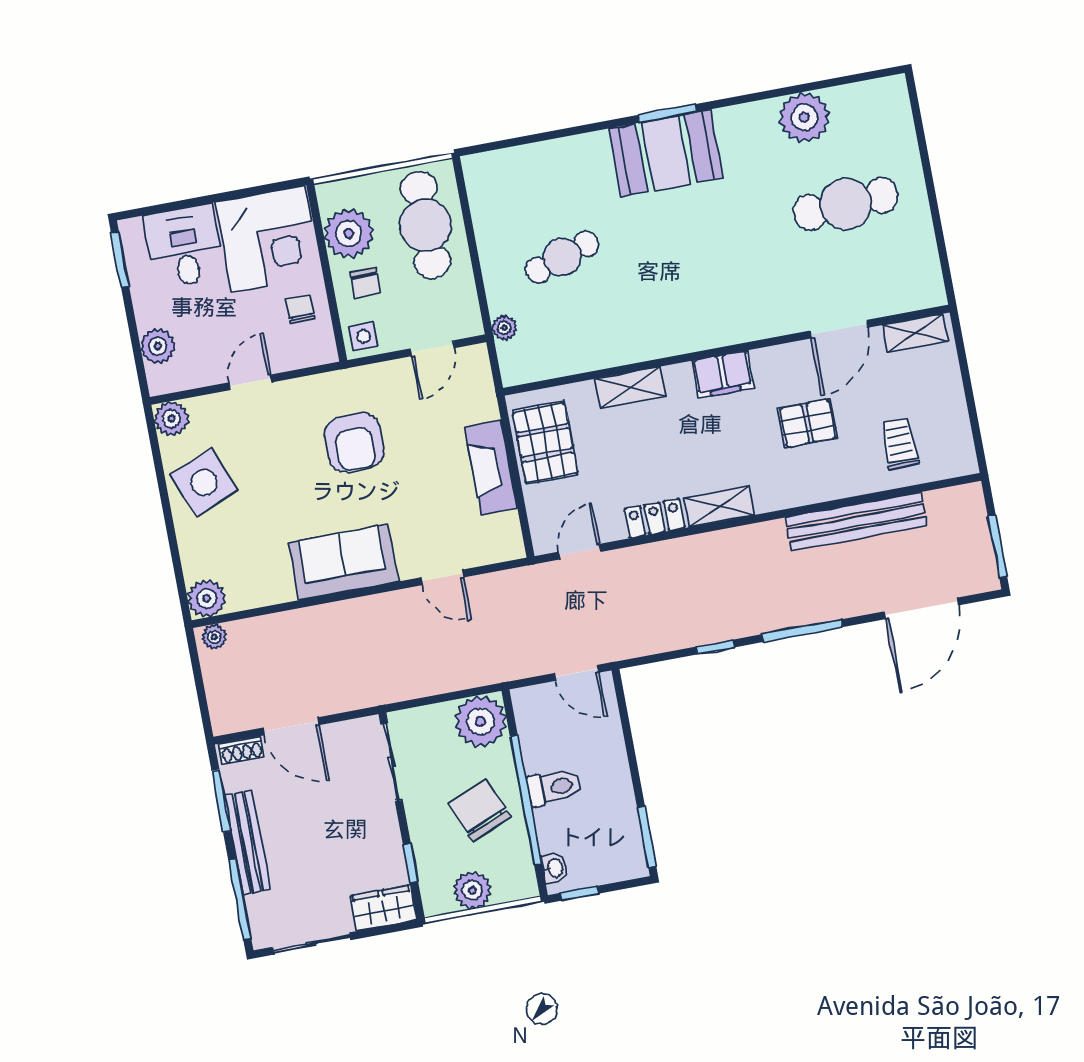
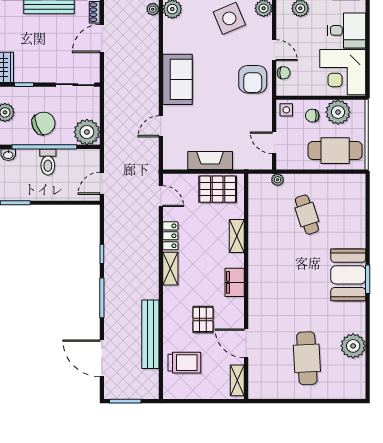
chair: (300, 309) -> (284, 73), moved
armchair: (354, 443) -> (253, 79), moved, turned -90
trolley: (900, 444) -> (184, 363), width x1.36, depth x1.39

